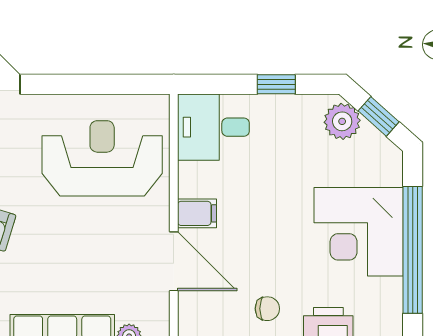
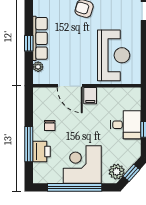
plant: (342, 121) -> (117, 172), moved
desk: (213, 127) -> (126, 125), moved, turned 90
door: (174, 261) -> (70, 86), hinge flipped

